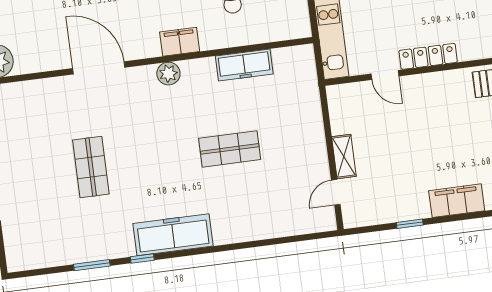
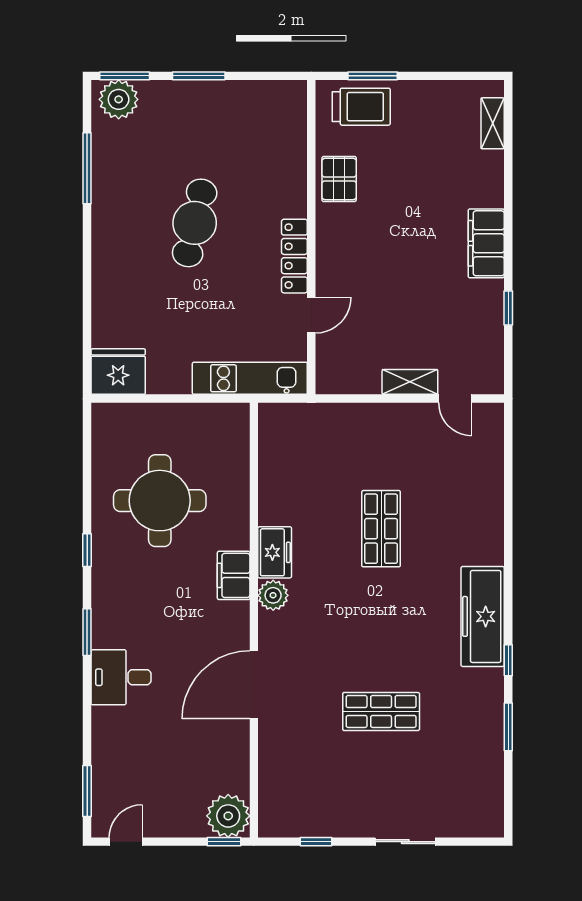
freezer: (244, 65) -> (275, 552), moved, width x0.71

